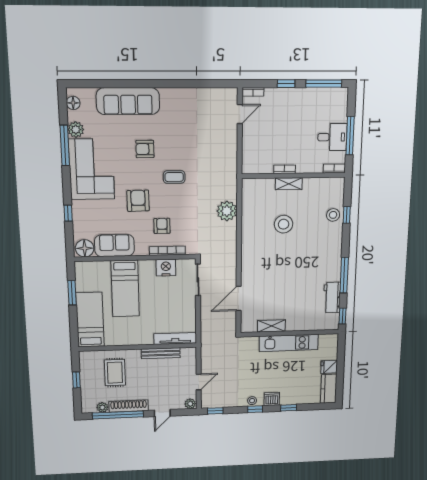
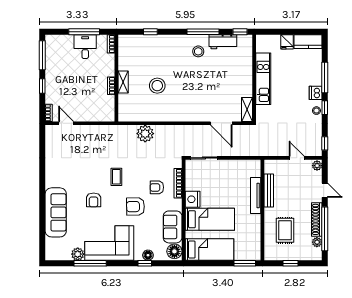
floor lamp: (73, 103) -> (148, 255), moved
stool: (333, 215) -> (198, 51), moved
nightstand: (166, 268) -> (193, 199), moved
window: (72, 293) -> (245, 263), moved
bed: (90, 320) -> (210, 250), moved, turned 180
shelving: (271, 326) -> (247, 109), moved
tv unit: (175, 338) -> (256, 195), moved
rug: (115, 373) -> (285, 230), turned 90
window: (289, 408) -> (325, 78), width x2.17

